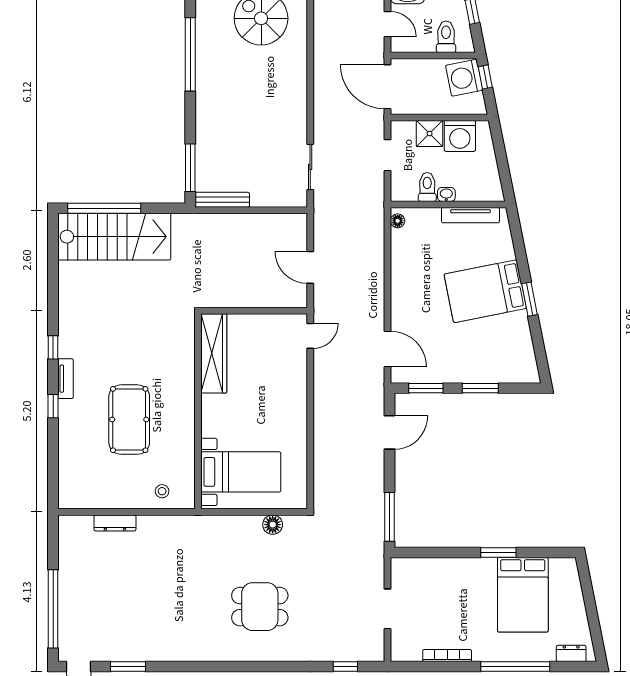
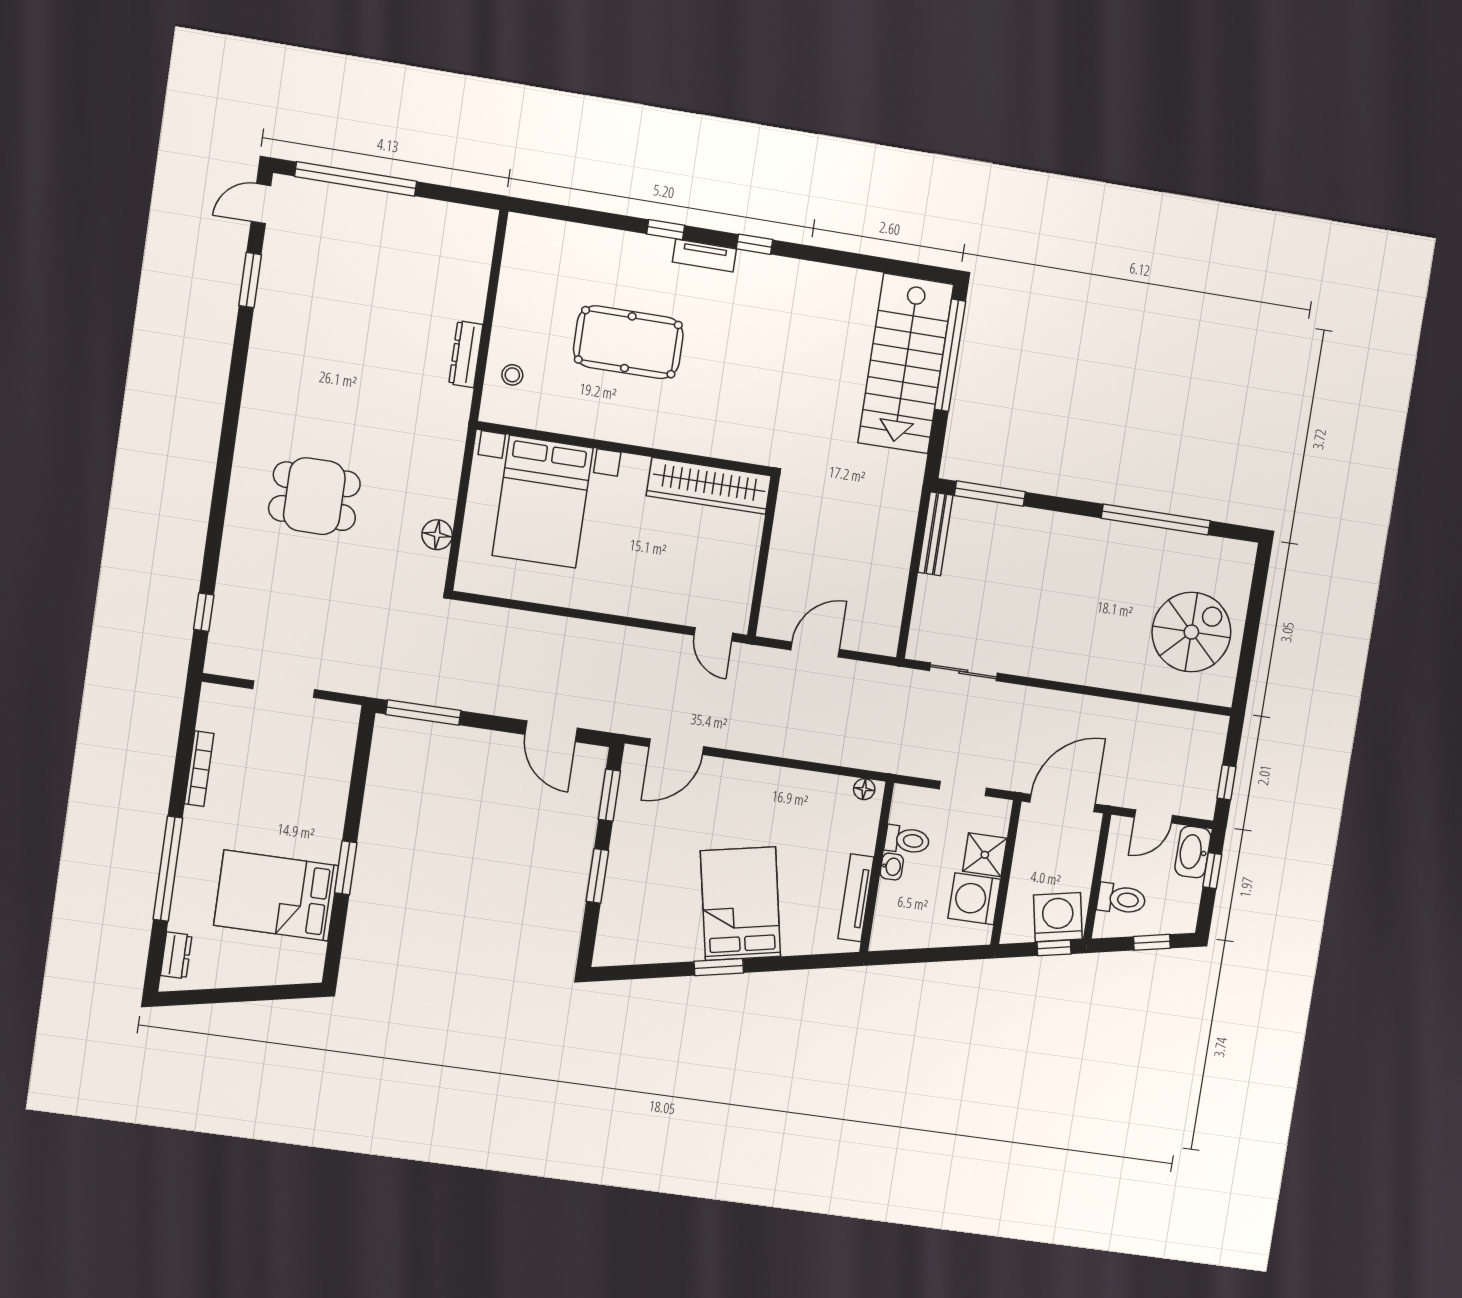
bed with nightstands: (241, 472) -> (543, 502), width x1.36
dresser: (115, 523) -> (466, 354), moved
dining table: (260, 607) -> (314, 496), turned 90

